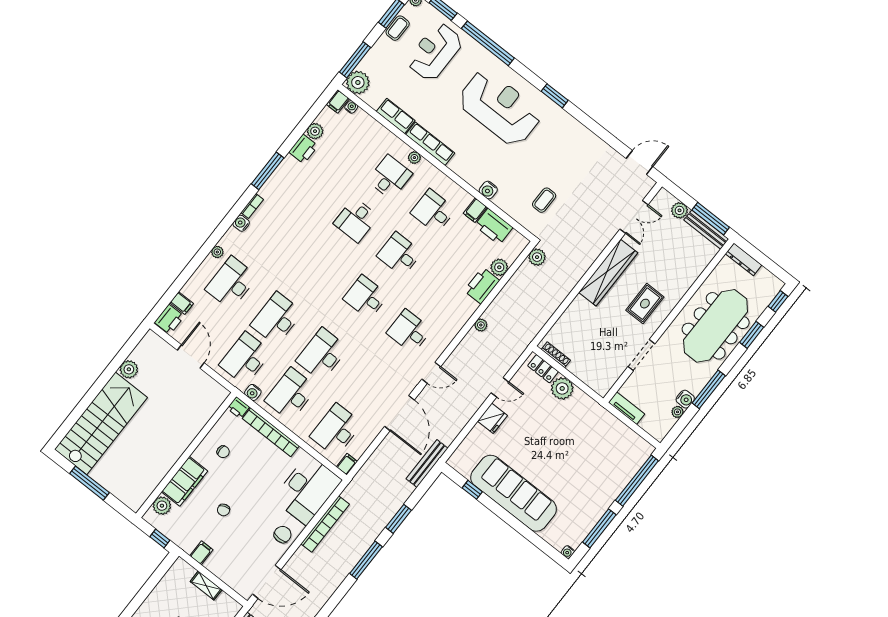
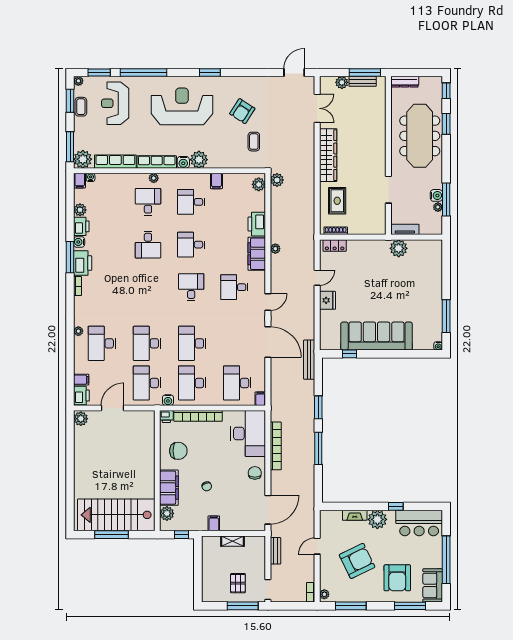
row of seats: (396, 116) -> (115, 162), width x1.48
armchair: (557, 160) -> (242, 111), added
plant: (475, 175) -> (199, 160), added
water cooler: (488, 190) -> (183, 162), moved
water cooler: (241, 223) -> (79, 242), moved
printer: (494, 227) -> (83, 263), moved, turned -90
bench: (706, 230) -> (363, 81), width x0.73
plant: (499, 267) -> (259, 184), moved
desk: (366, 297) -> (191, 287), turned 90
rug: (645, 304) -> (337, 201), moved
filing cabinet: (458, 315) -> (257, 254), added
door: (191, 356) -> (113, 408), hinge flipped
plant: (129, 369) -> (81, 419), moved
plant: (562, 388) -> (399, 248), moved
window: (709, 389) -> (446, 200), moved
stairs: (101, 423) -> (116, 515), moved, turned -90
chair: (223, 452) -> (178, 451), width x1.87, depth x1.87
window: (637, 481) -> (446, 269), removed

